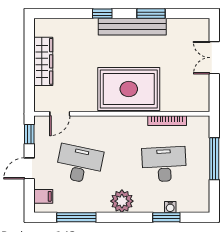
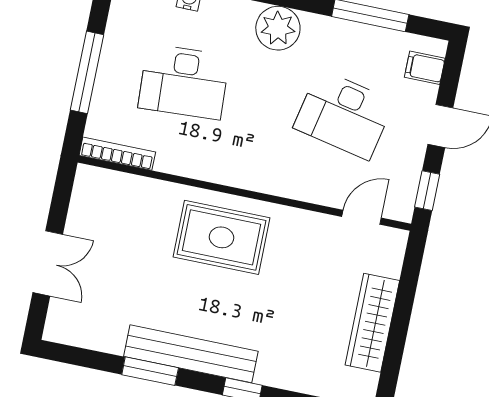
rug: (129, 89) -> (222, 237), width x0.73, depth x0.69
bookcase: (167, 121) -> (117, 154), moved

